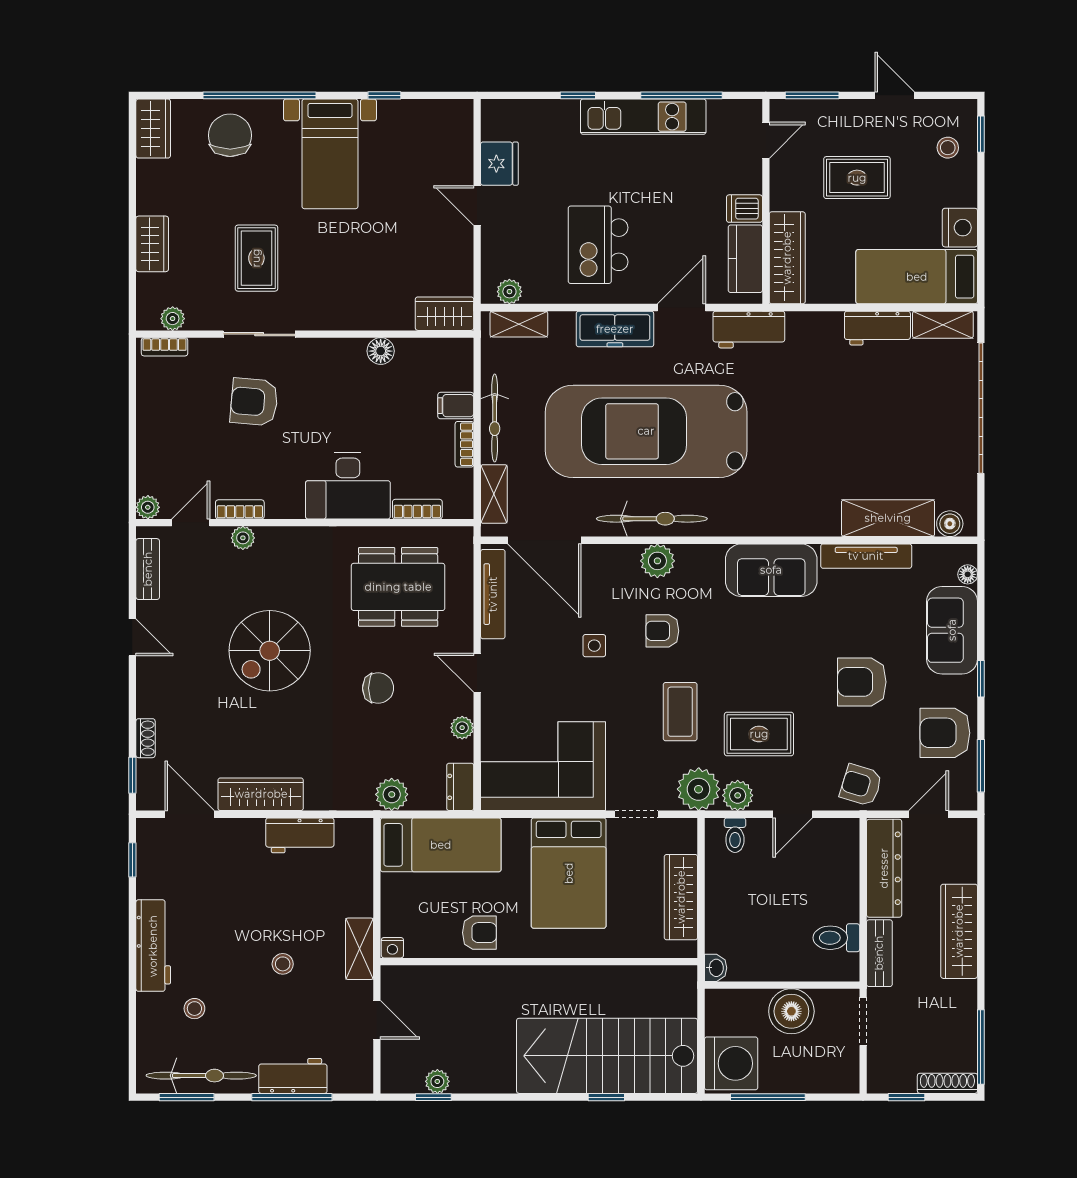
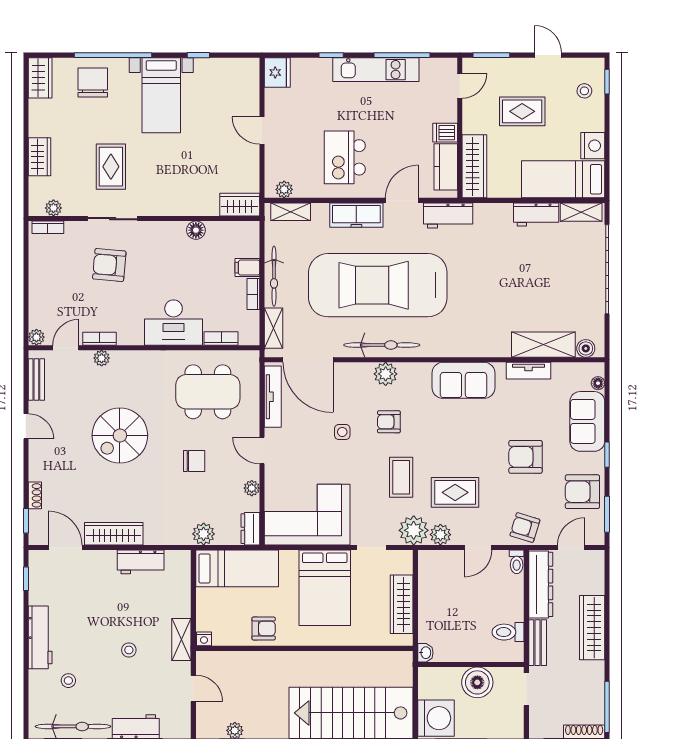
fridge: (499, 164) -> (277, 72), moved
tv unit: (866, 556) -> (529, 371), width x0.71
toilet: (735, 835) -> (517, 562), moved

